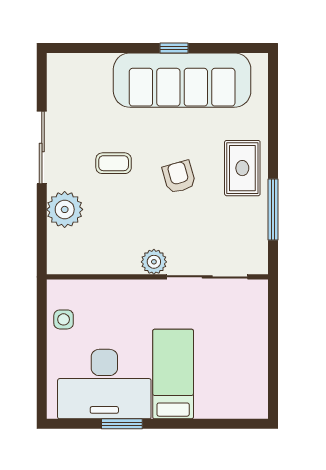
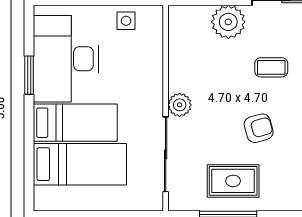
coffee table: (114, 163) -> (271, 67), turned 90
rug: (242, 168) -> (233, 181), moved
bed: (218, 369) -> (80, 164), added

